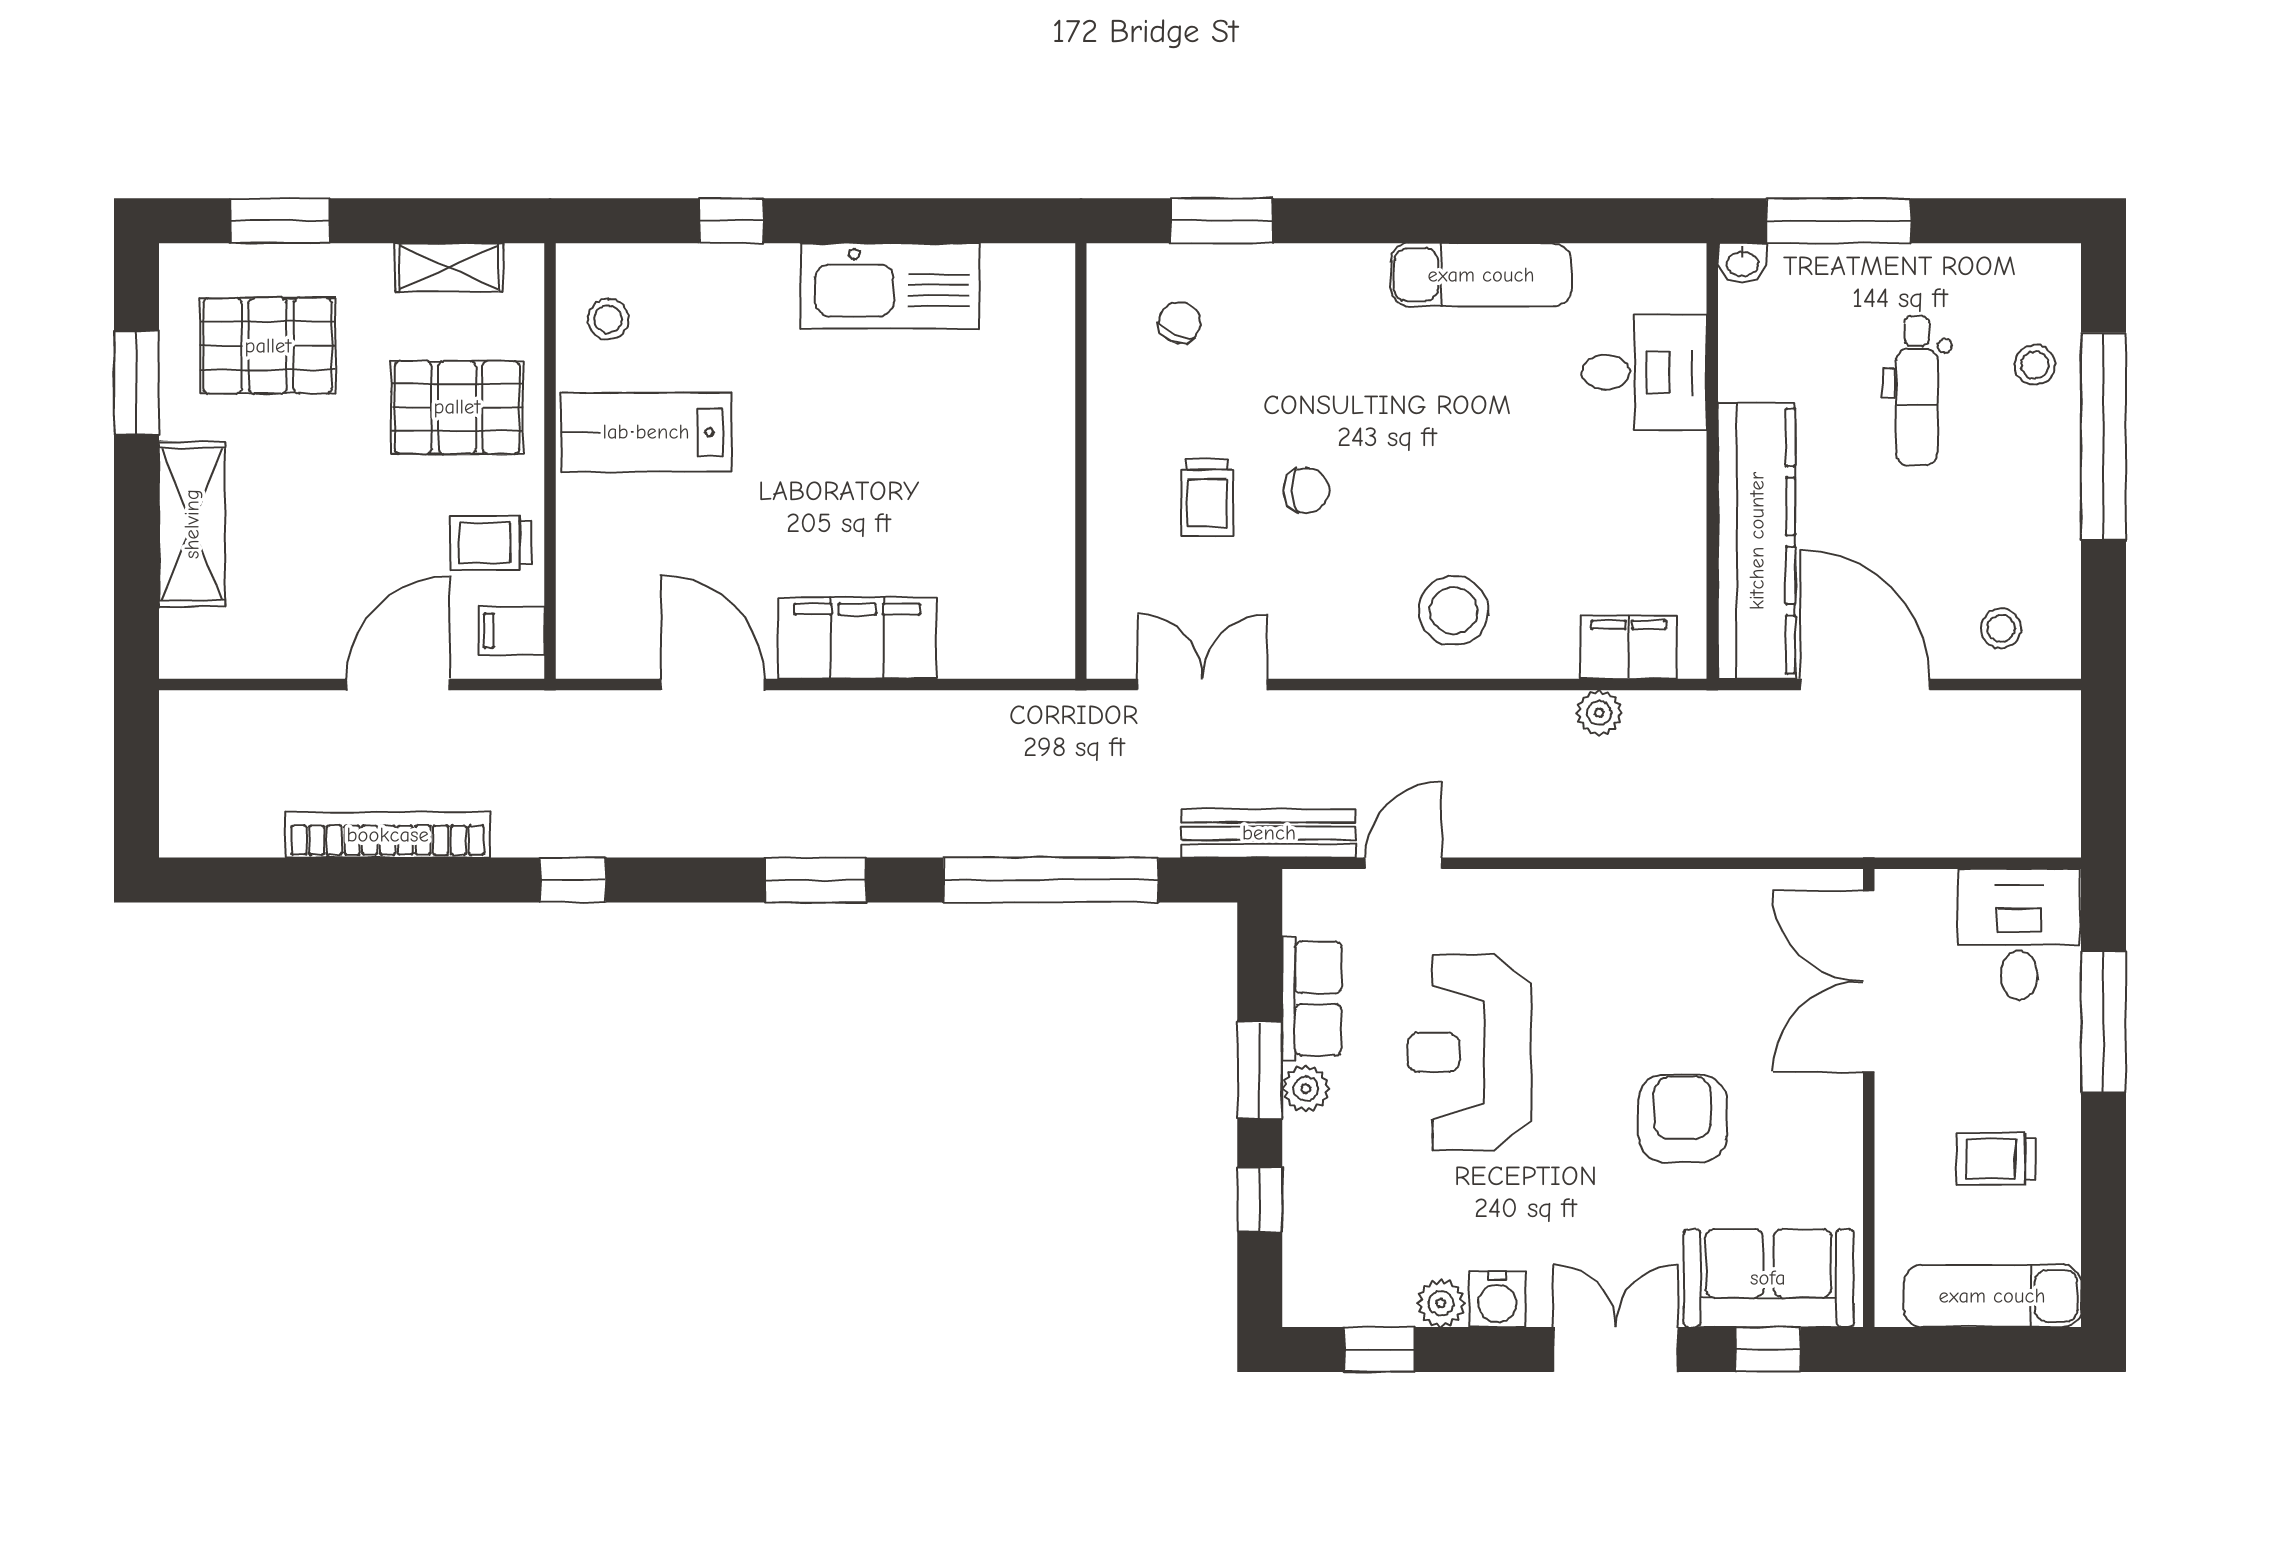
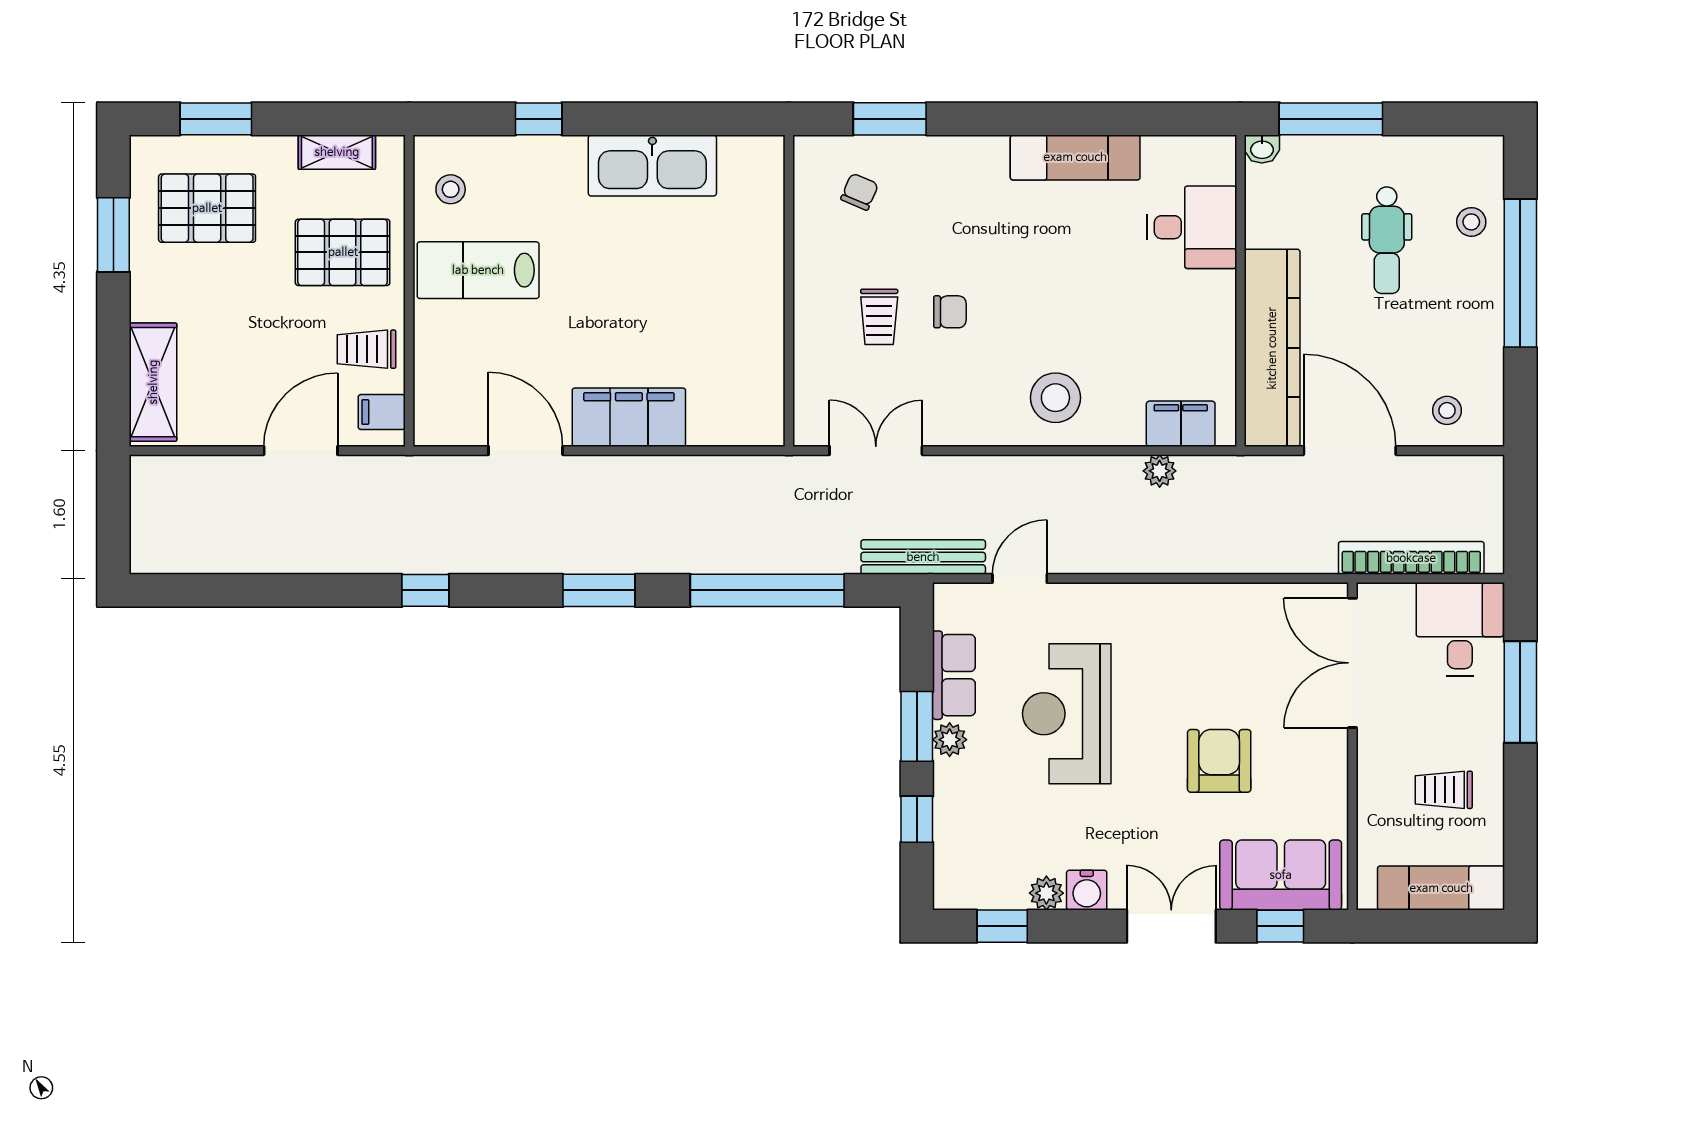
shelving: (192, 524) -> (153, 382), moved
bookcase: (388, 835) -> (1411, 558), moved

